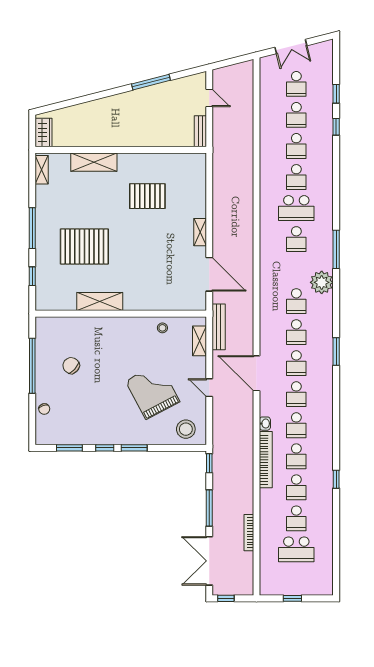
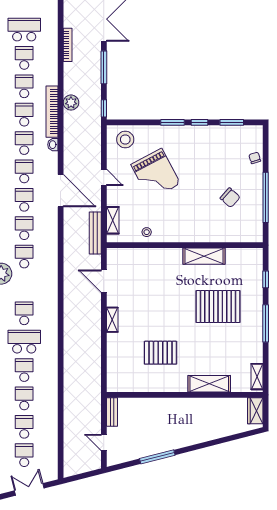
door: (209, 274) -> (104, 281), width x0.73
plant: (245, 470) -> (71, 103), added

